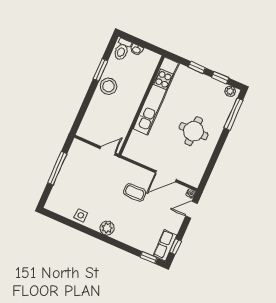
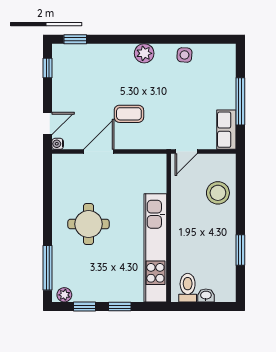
toilet: (122, 49) -> (188, 288), moved
stool: (108, 86) -> (218, 193), moved
row of seats: (165, 245) -> (226, 130), moved, turned 180

